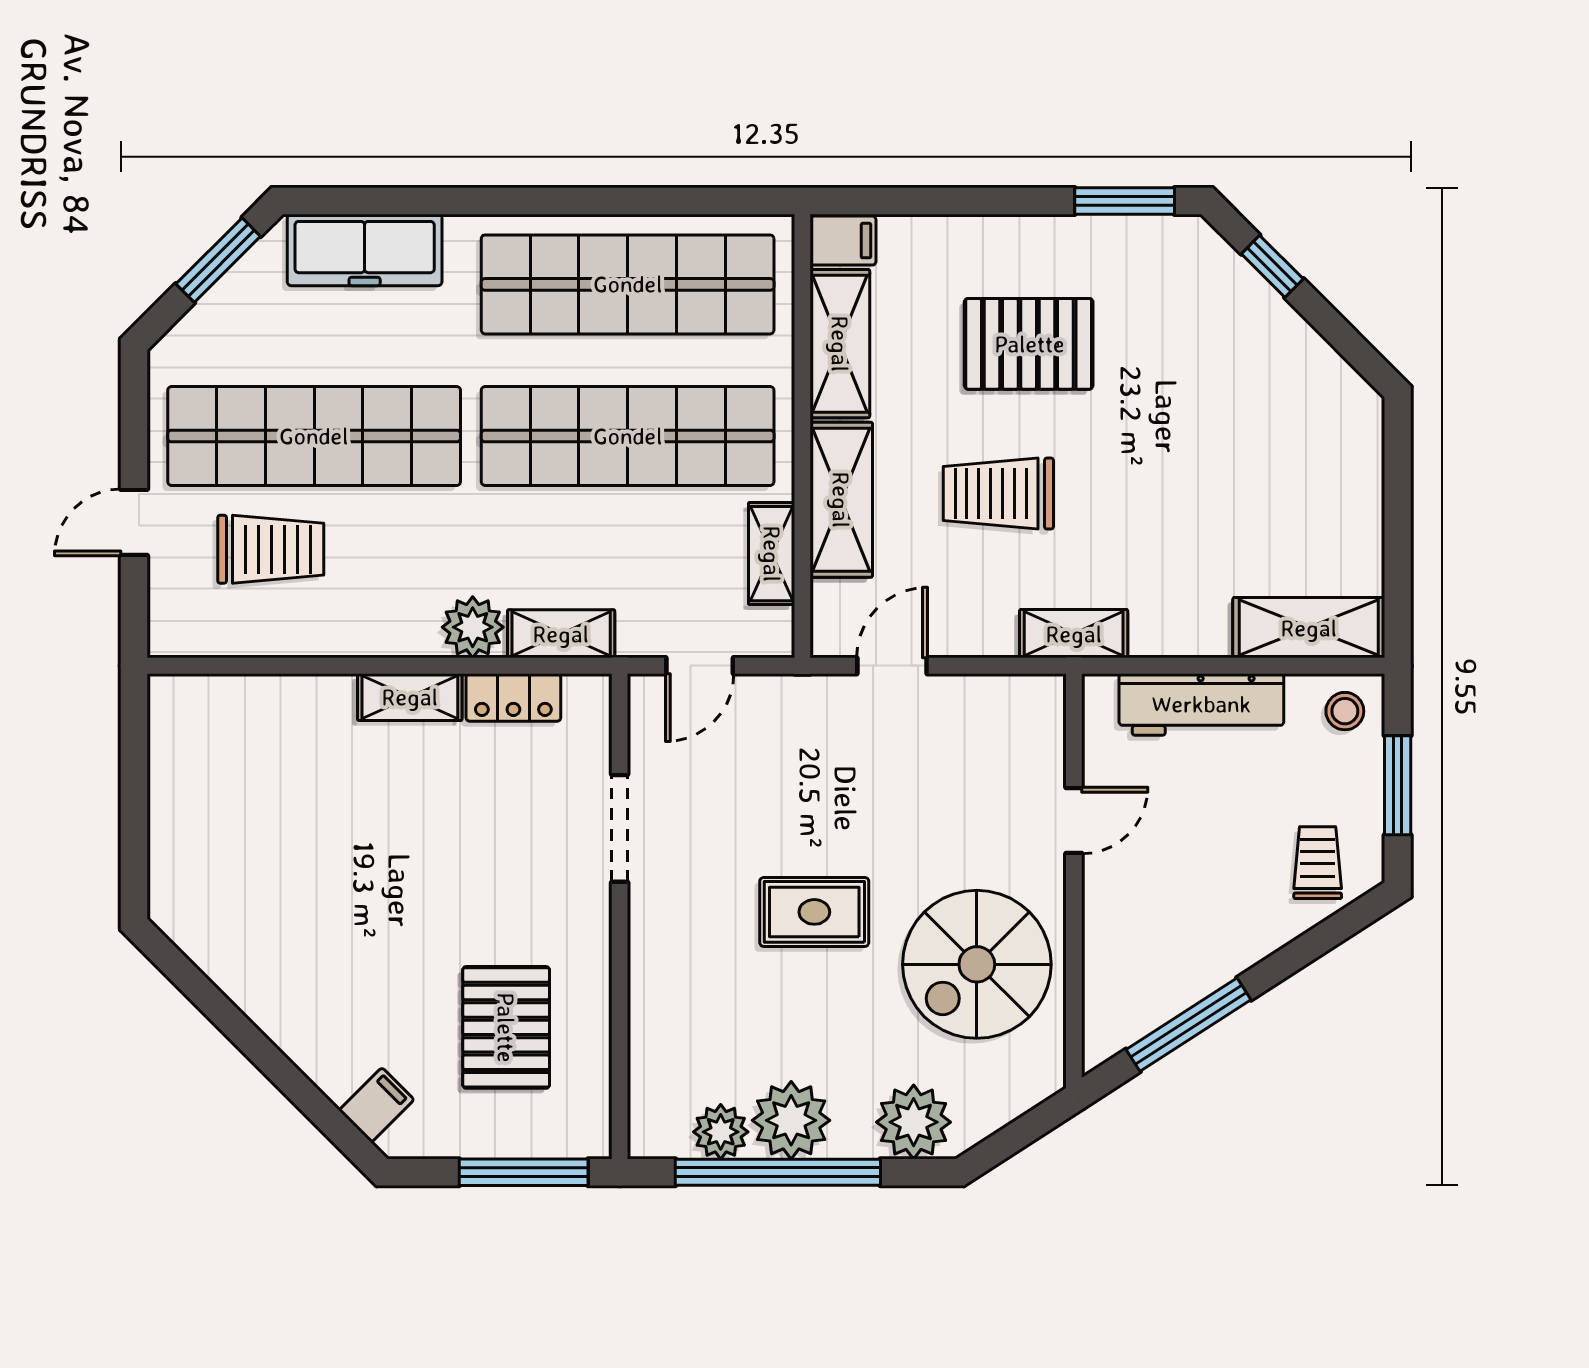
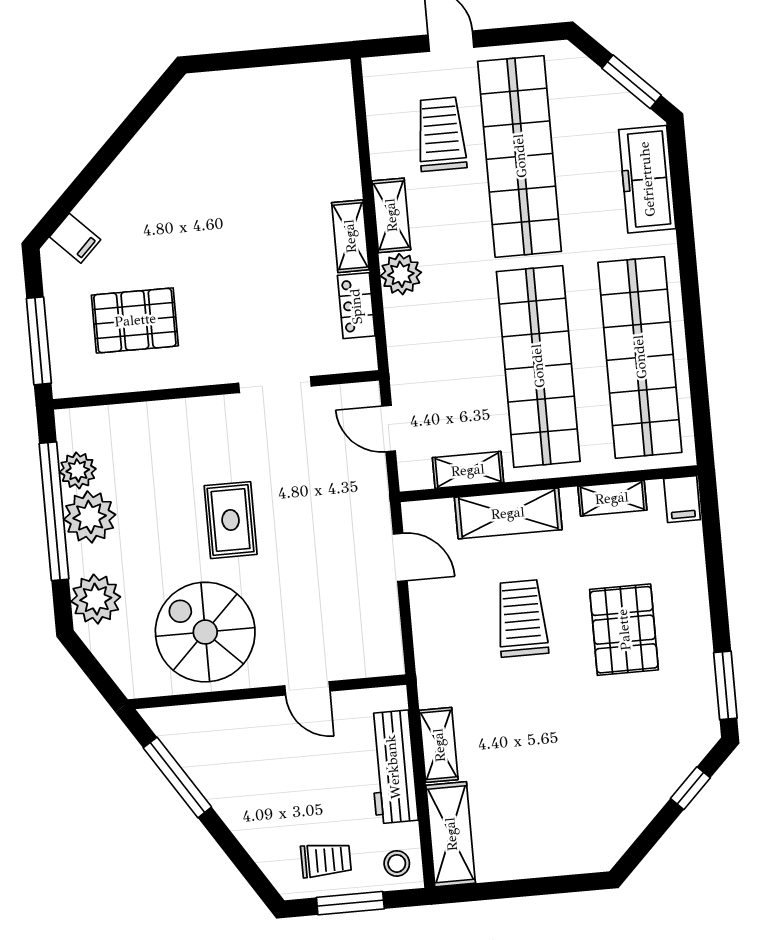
shelving: (840, 344) -> (612, 498), width x0.67, depth x0.75
trolley: (271, 549) -> (441, 134), turned 180
shelving: (561, 634) -> (391, 215), moved
shelving: (1074, 634) -> (439, 745), moved
trolley: (1318, 863) -> (326, 860), moved

